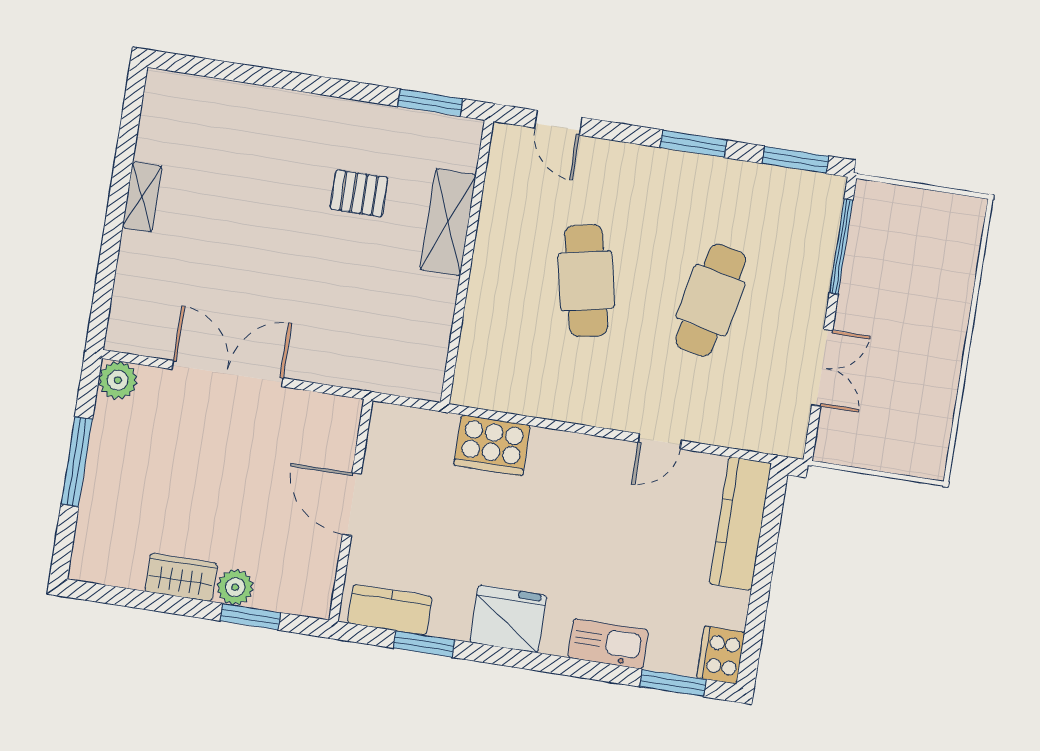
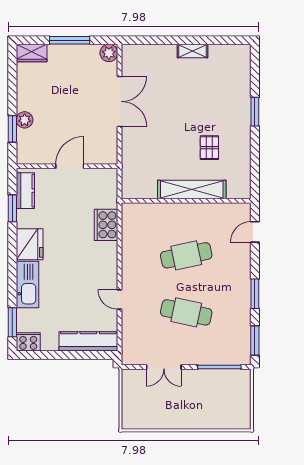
window: (430, 103) -> (255, 112), moved
shelving: (448, 222) -> (192, 190), width x1.47
wardrobe: (181, 577) -> (32, 53), moved, turned 90
kitchen sink: (608, 644) -> (28, 284), width x1.36, depth x1.24

